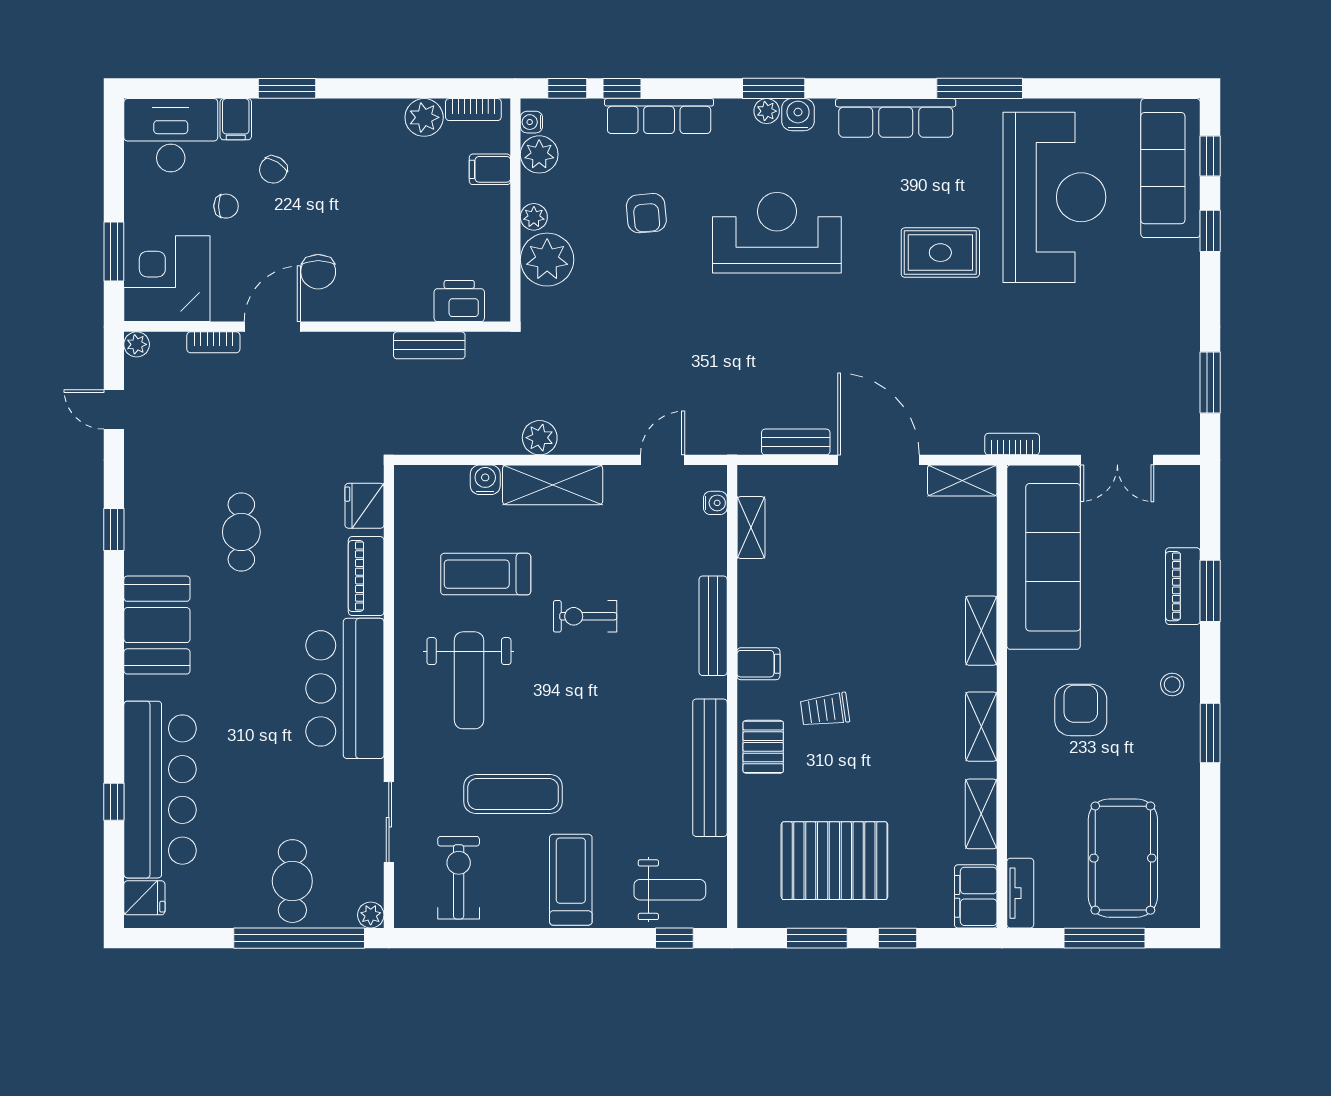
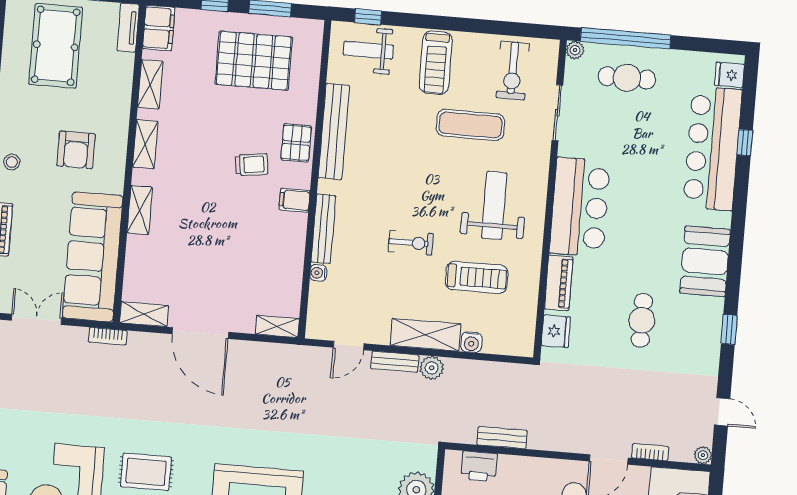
bench: (796, 442) -> (395, 362), moved
water cooler: (715, 503) -> (318, 273), moved
shelving: (751, 528) -> (277, 326), moved, turned 90
cafe table: (292, 881) -> (627, 78), turned 90

